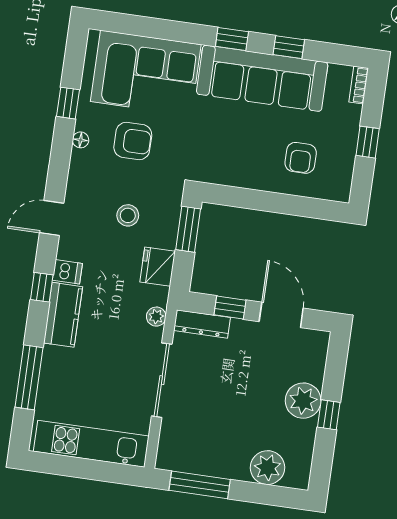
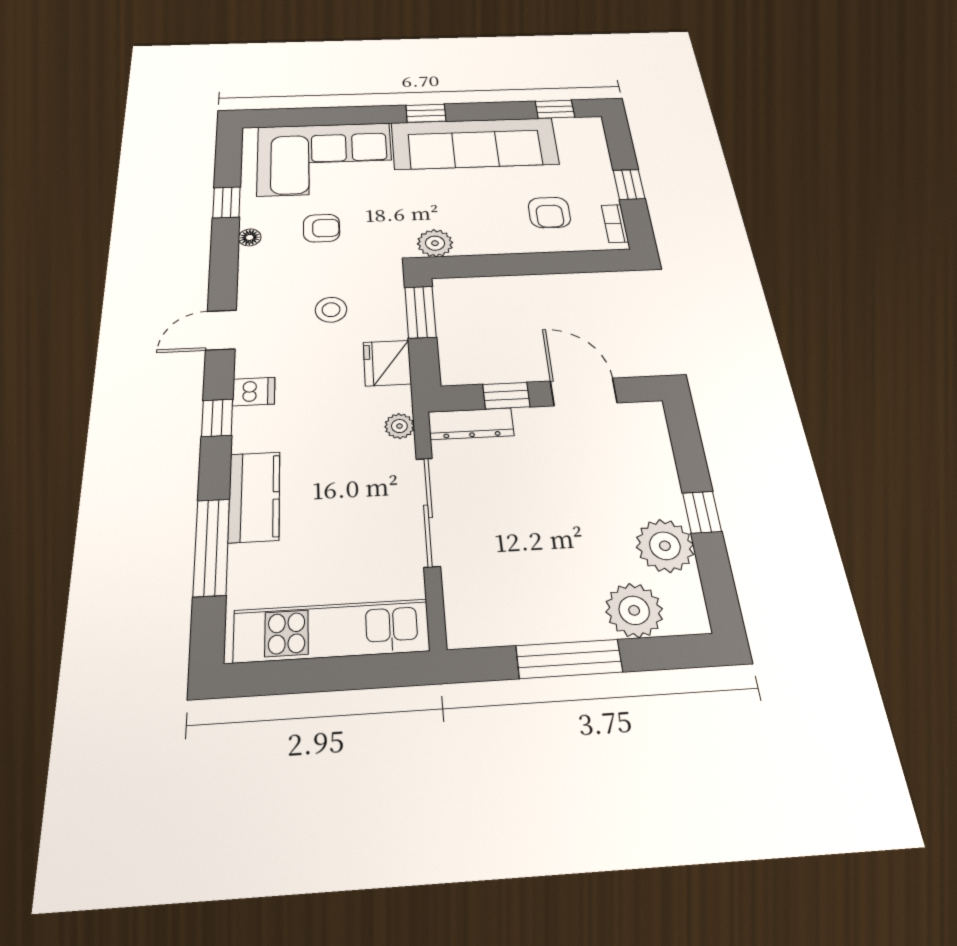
window: (289, 47) -> (555, 109), moved
bookcase: (359, 85) -> (615, 224), moved
armchair: (133, 141) -> (322, 228), width x0.72, depth x0.72
plant: (211, 171) -> (435, 243), added
kitchen counter: (63, 315) -> (254, 497), moved
plant: (303, 401) -> (665, 546), moved
window: (200, 485) -> (569, 659), moved

